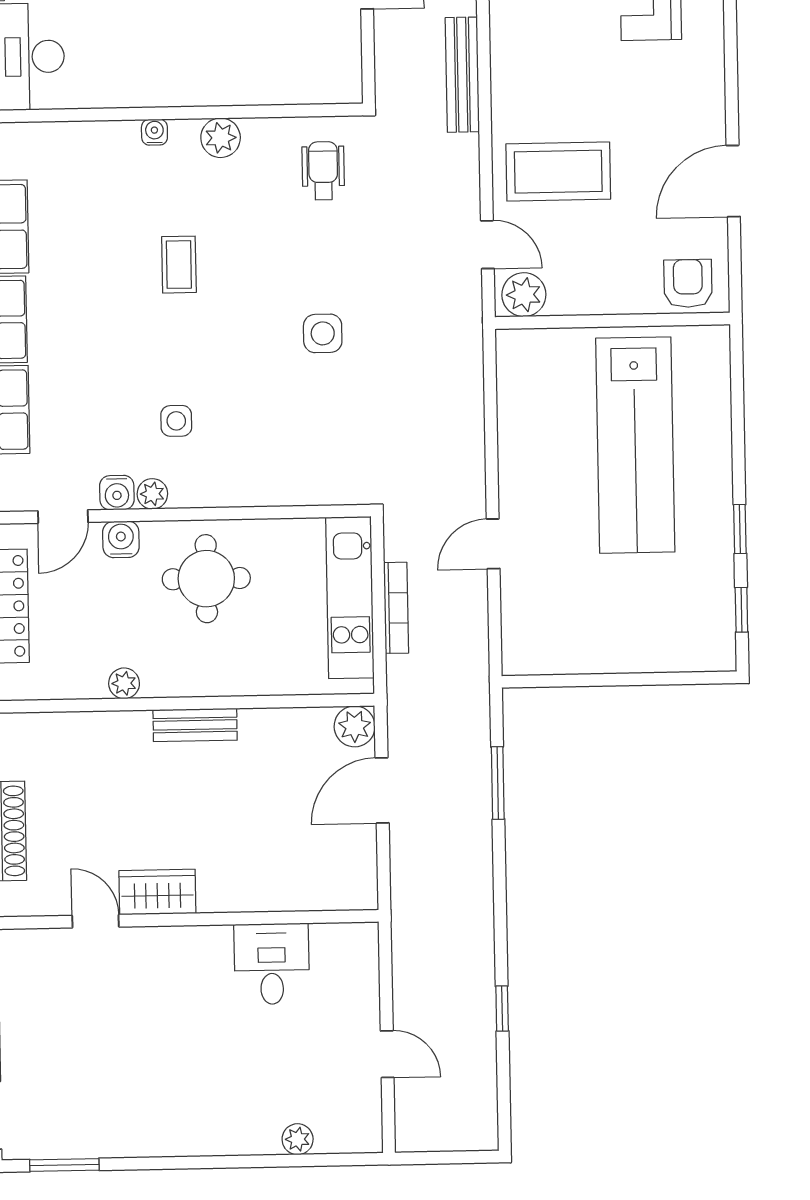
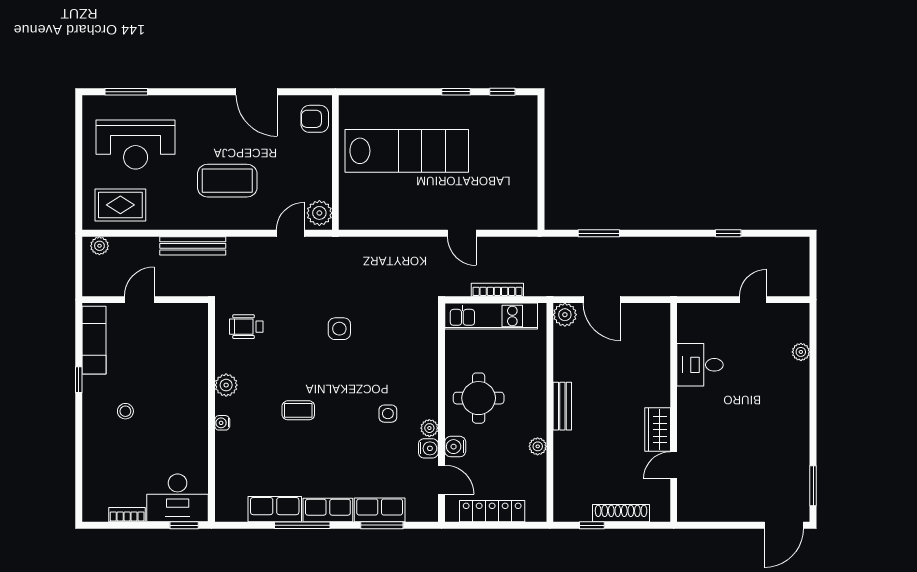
coffee table: (558, 172) -> (227, 181), moved, turned 90

